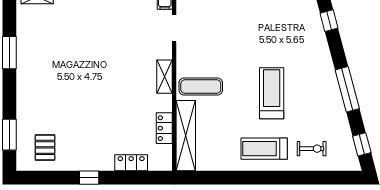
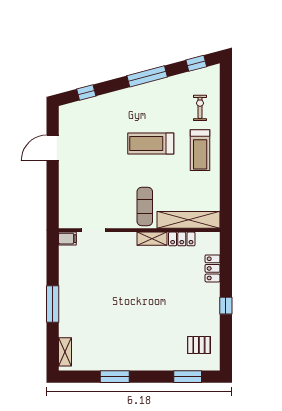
shelving: (165, 77) -> (152, 239), moved

